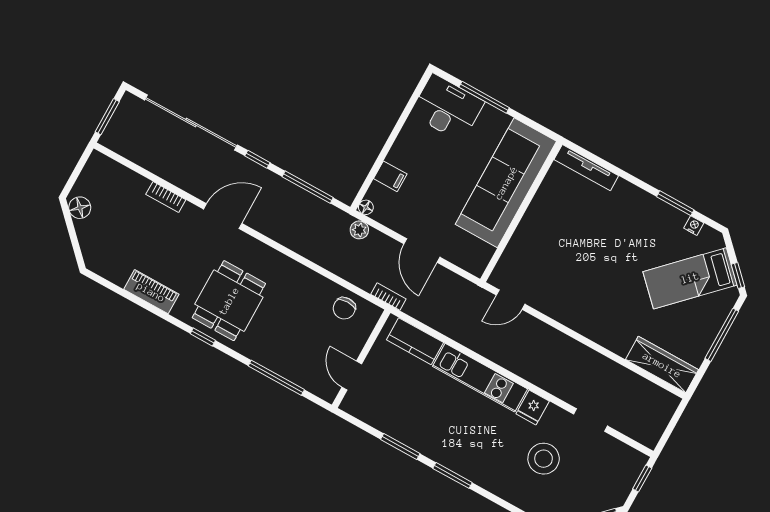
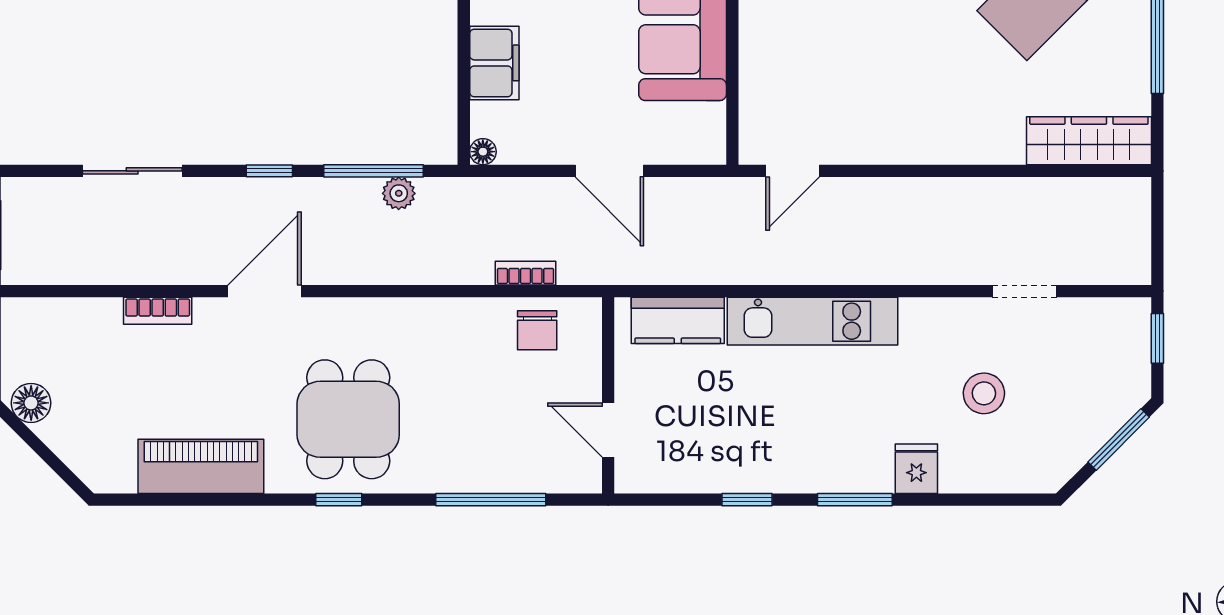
sliding door: (191, 122) -> (132, 171), width x0.54
filing cabinet: (390, 176) -> (494, 63), width x2.00
plant: (359, 230) -> (399, 193), moved
piano: (151, 292) -> (201, 466), width x1.37, depth x1.33
bookcase: (388, 297) -> (526, 273), moved
fridge: (533, 407) -> (916, 469), moved, turned 180
window: (400, 446) -> (747, 500), width x0.67
stool: (544, 459) -> (984, 393), width x0.73, depth x0.73

